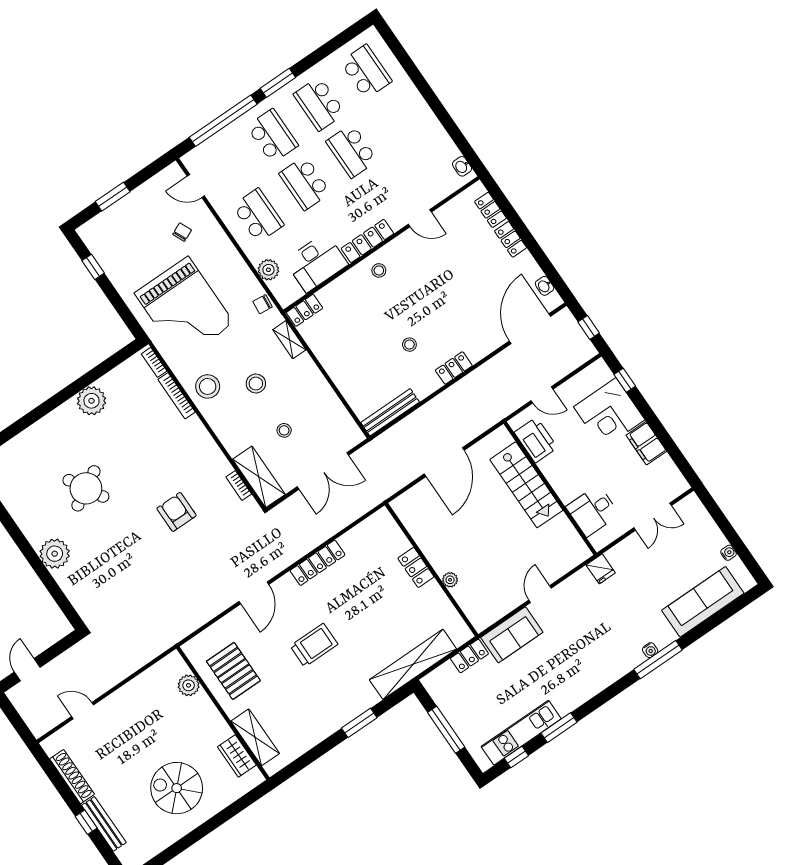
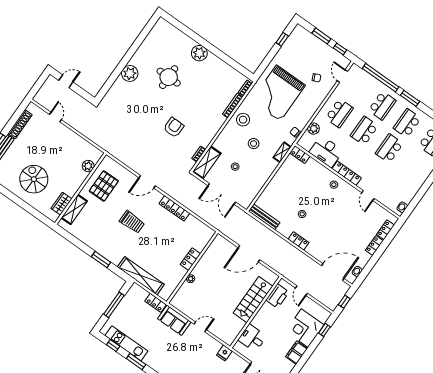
window: (147, 173) -> (340, 49), added
plant: (92, 401) -> (199, 53), moved
round table: (86, 488) -> (169, 77), turned 30

